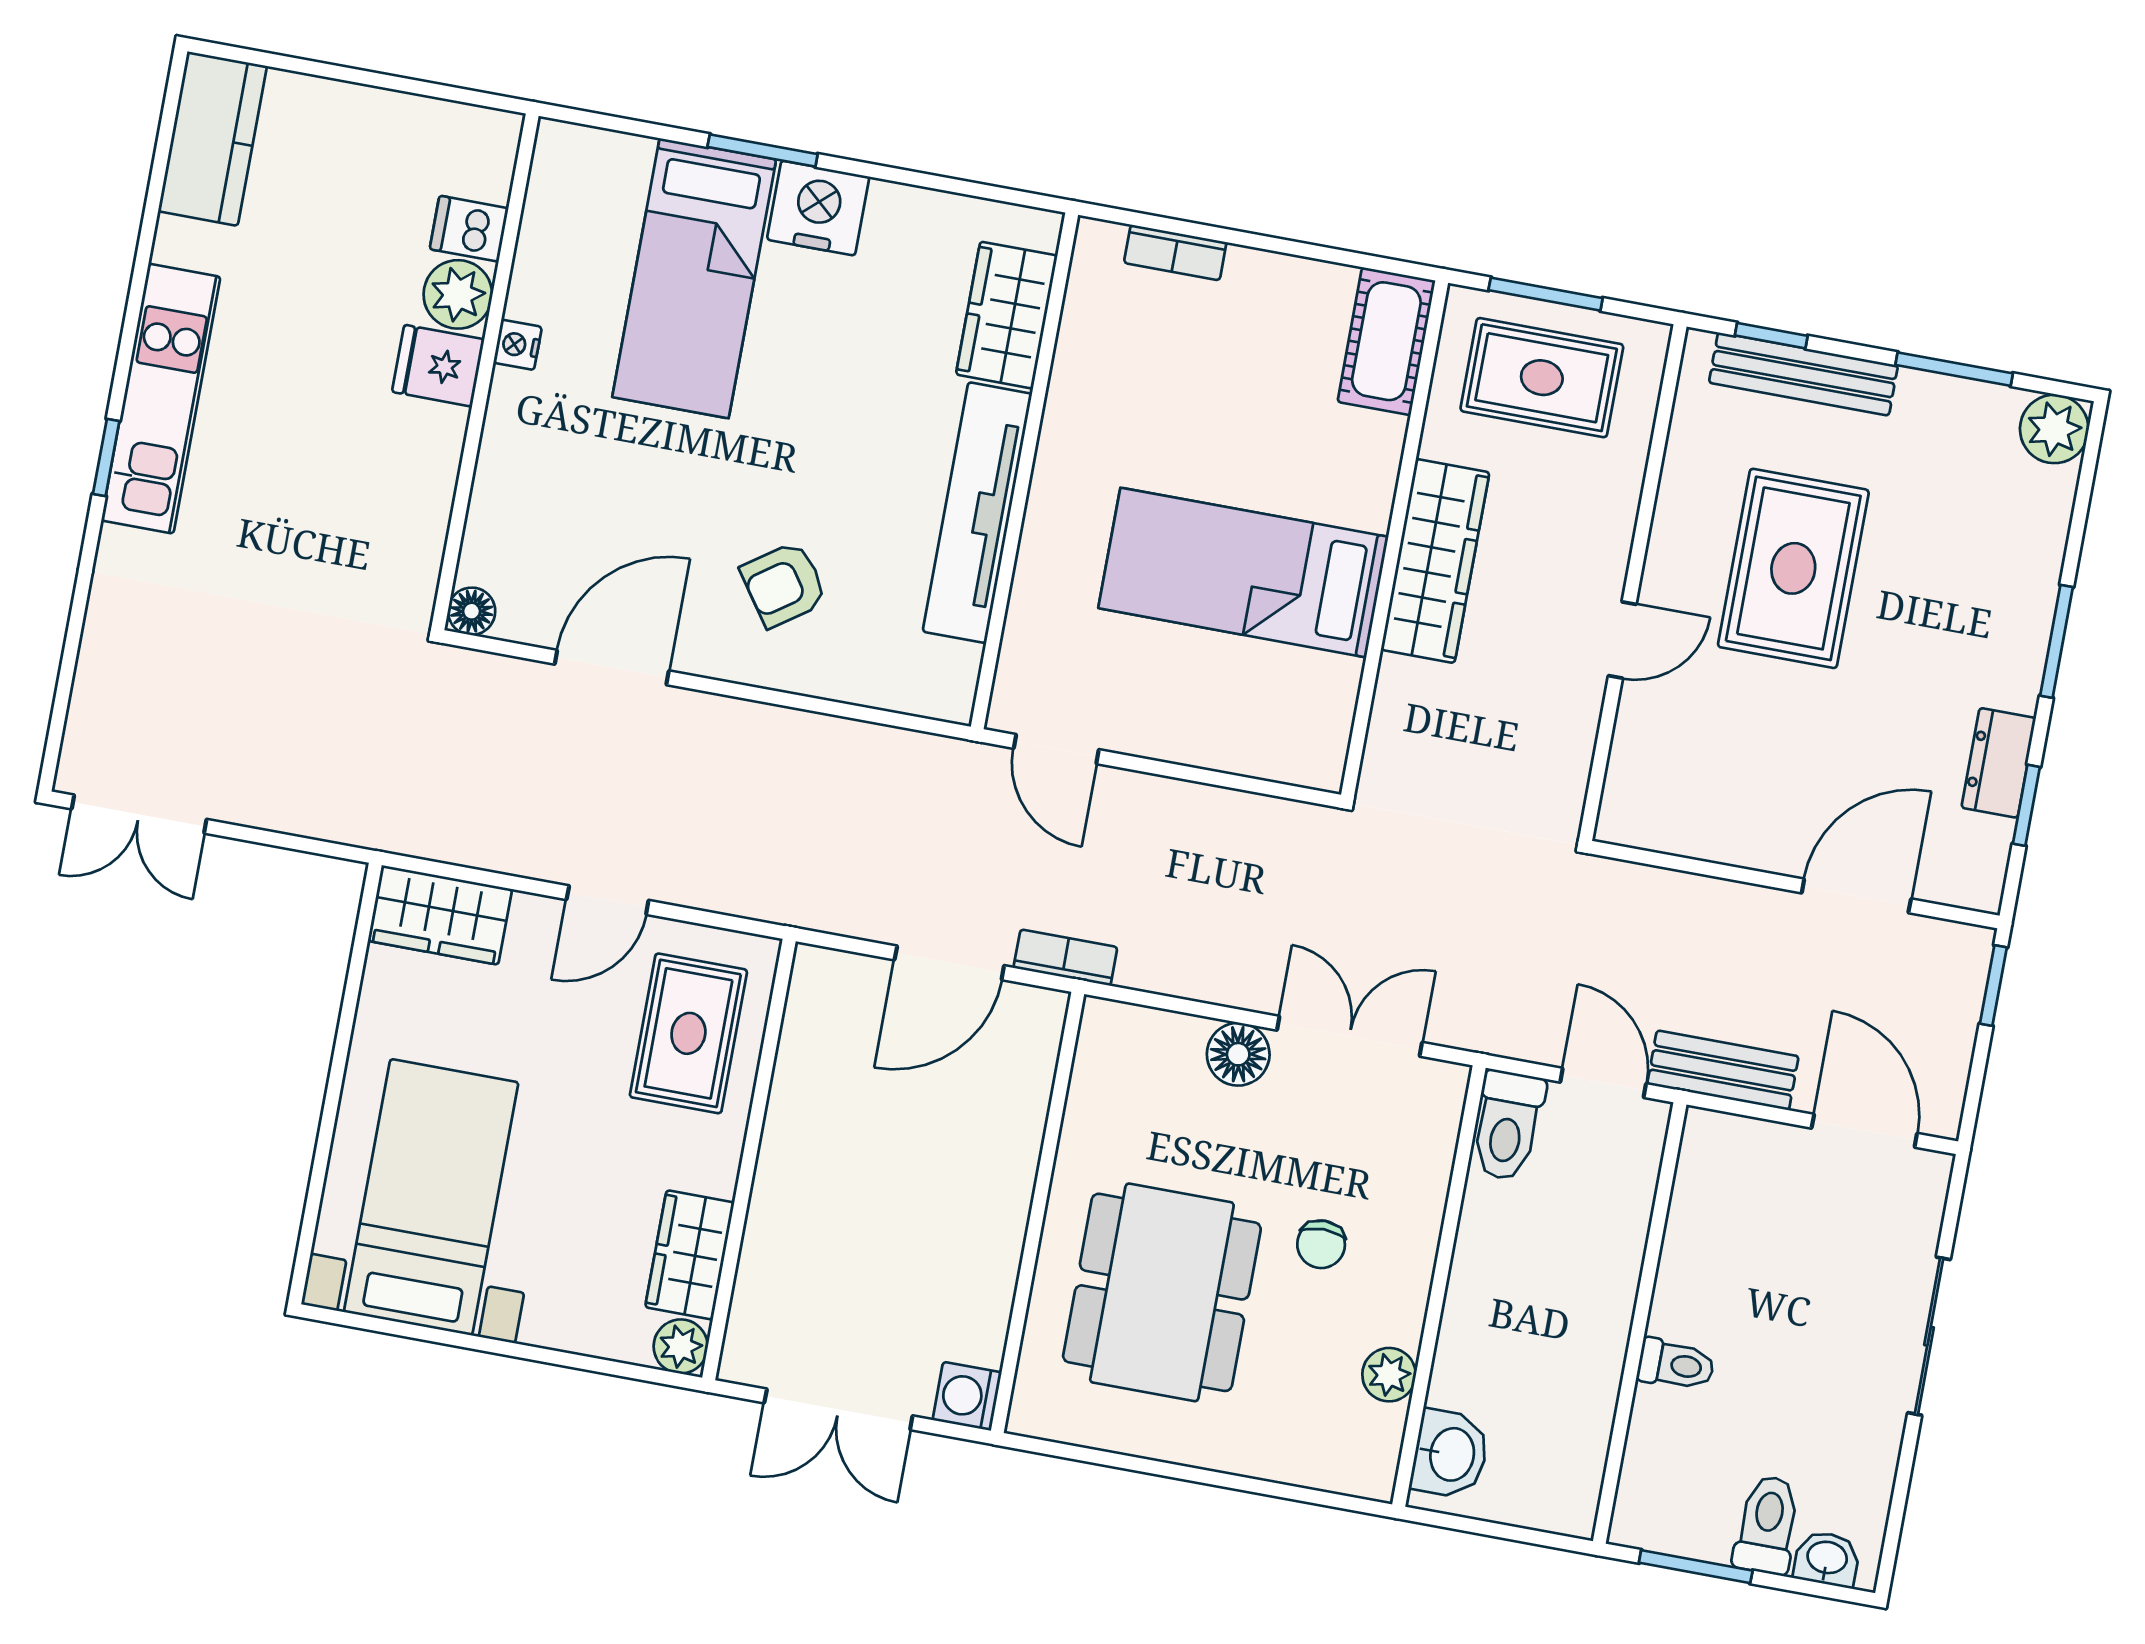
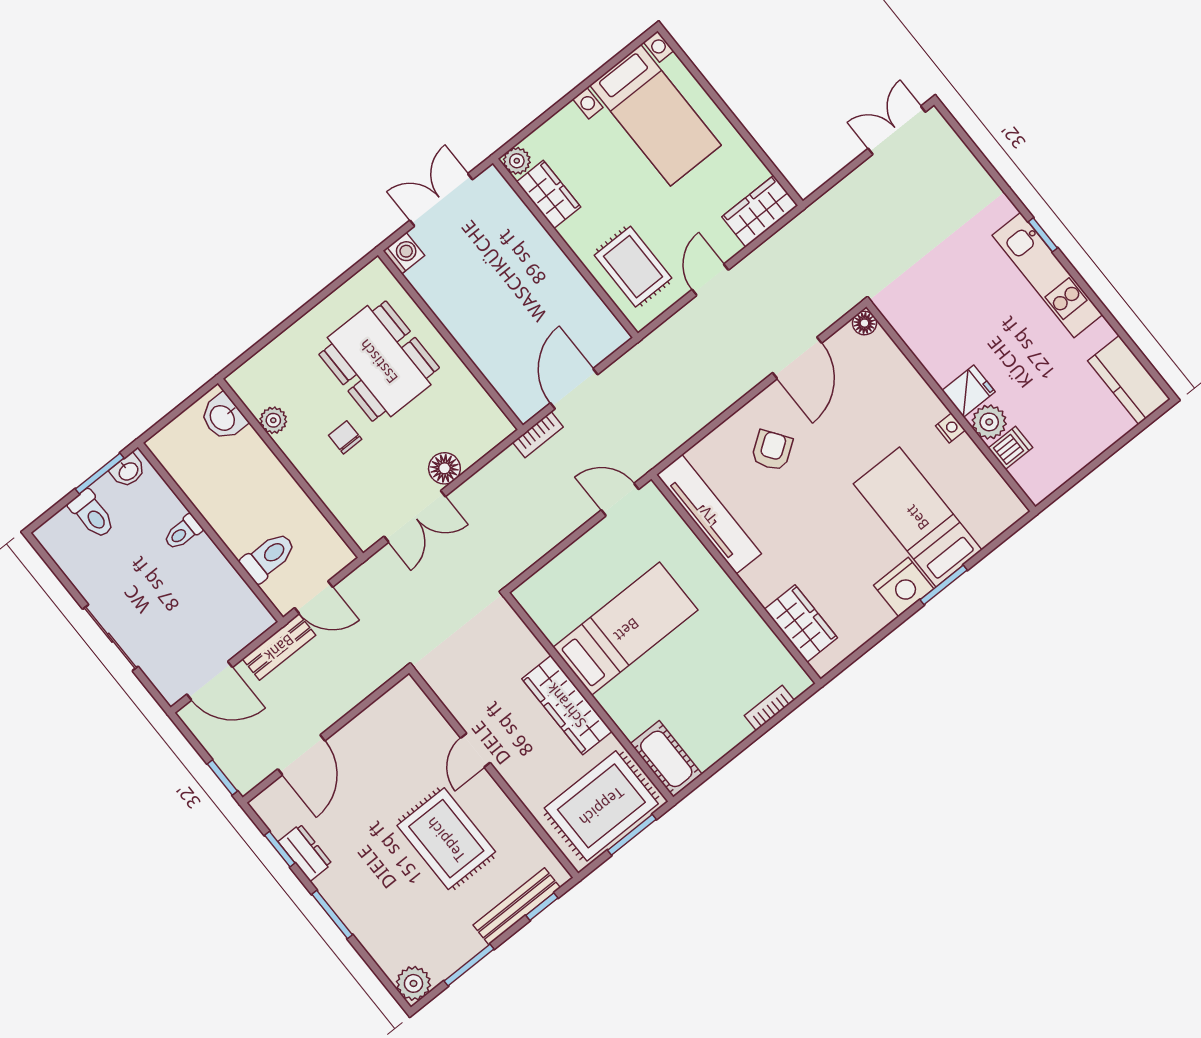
rug: (1542, 378) -> (601, 806), width x1.36, depth x1.43
tv unit: (977, 513) -> (709, 514), moved
toilet: (1508, 1125) -> (268, 557), moved, turned 90
washbasin: (1827, 1559) -> (128, 471), moved

